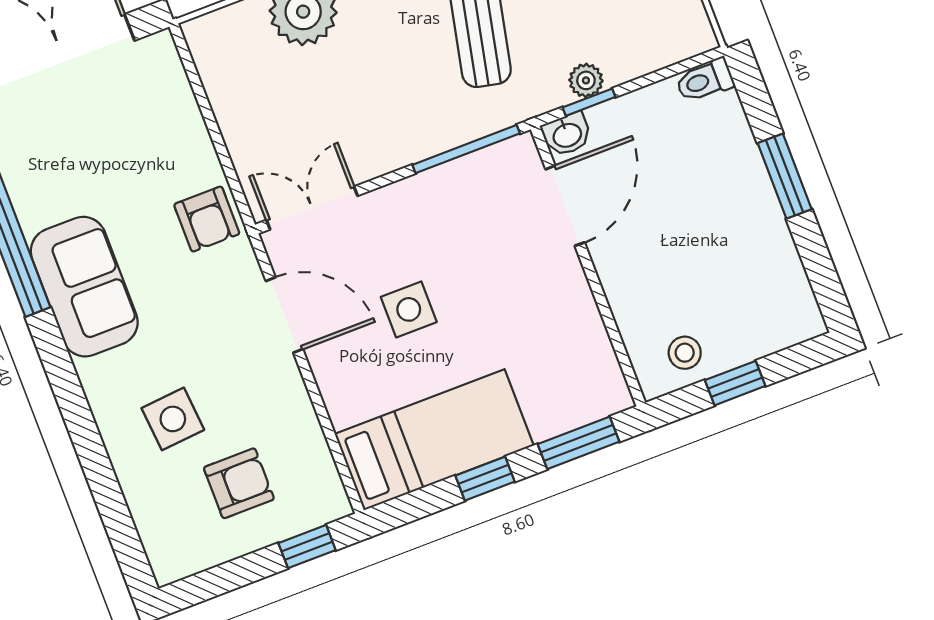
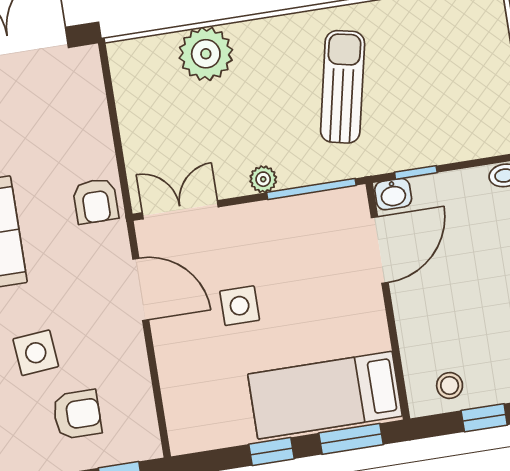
plant: (586, 80) -> (263, 179), moved
bed: (434, 440) -> (325, 395), moved, turned 180

